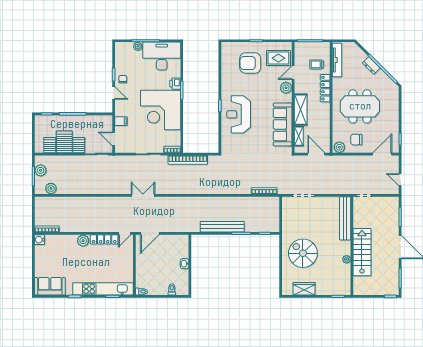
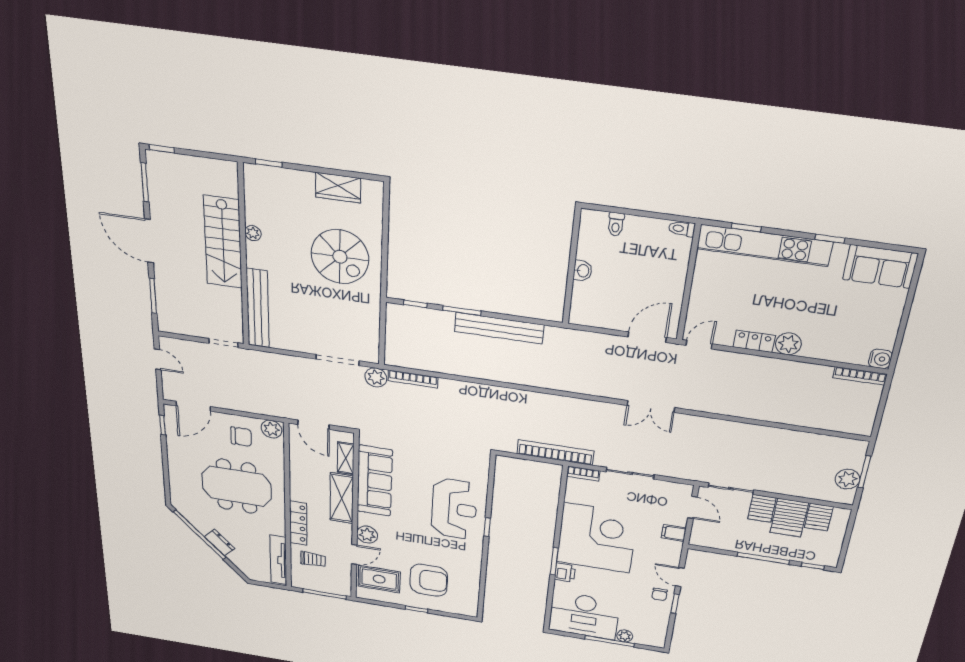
plant: (51, 188) -> (376, 377), moved
locker: (104, 239) -> (754, 341), width x0.66

